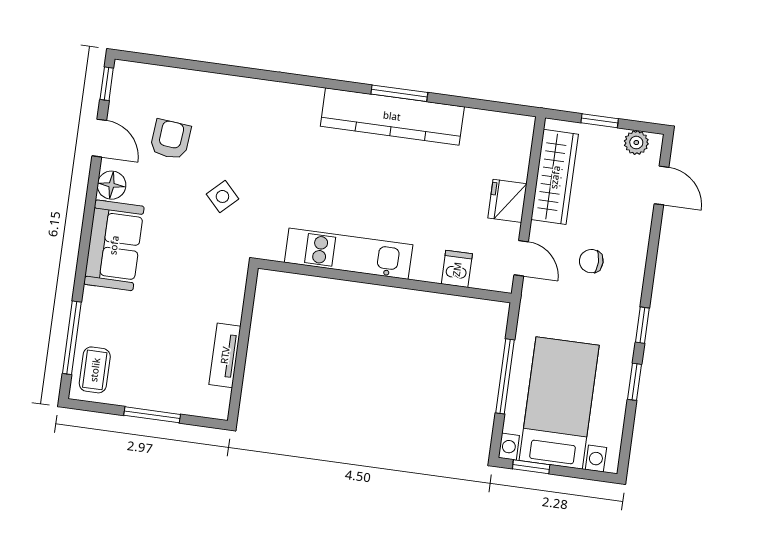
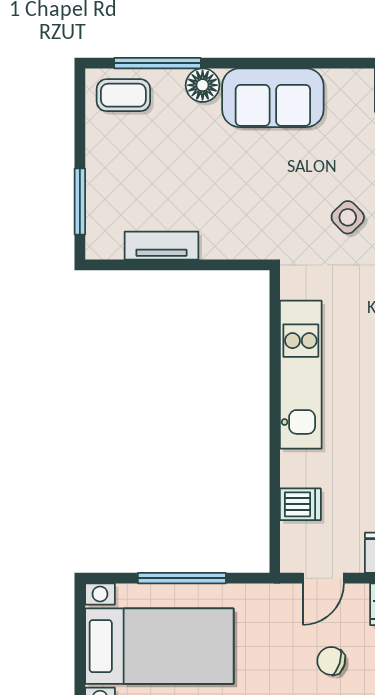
floor lamp: (112, 185) -> (203, 85), moved
chair: (591, 261) -> (331, 661), turned -72
window: (152, 415) -> (80, 201), moved
window: (531, 467) -> (80, 623), removed

